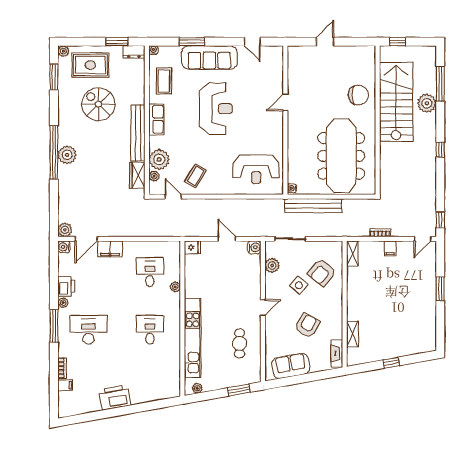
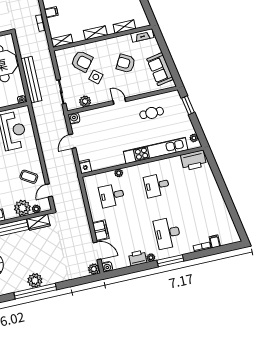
shelving: (353, 297) -> (95, 33), added
printer: (115, 398) -> (194, 160), moved, turned -80

